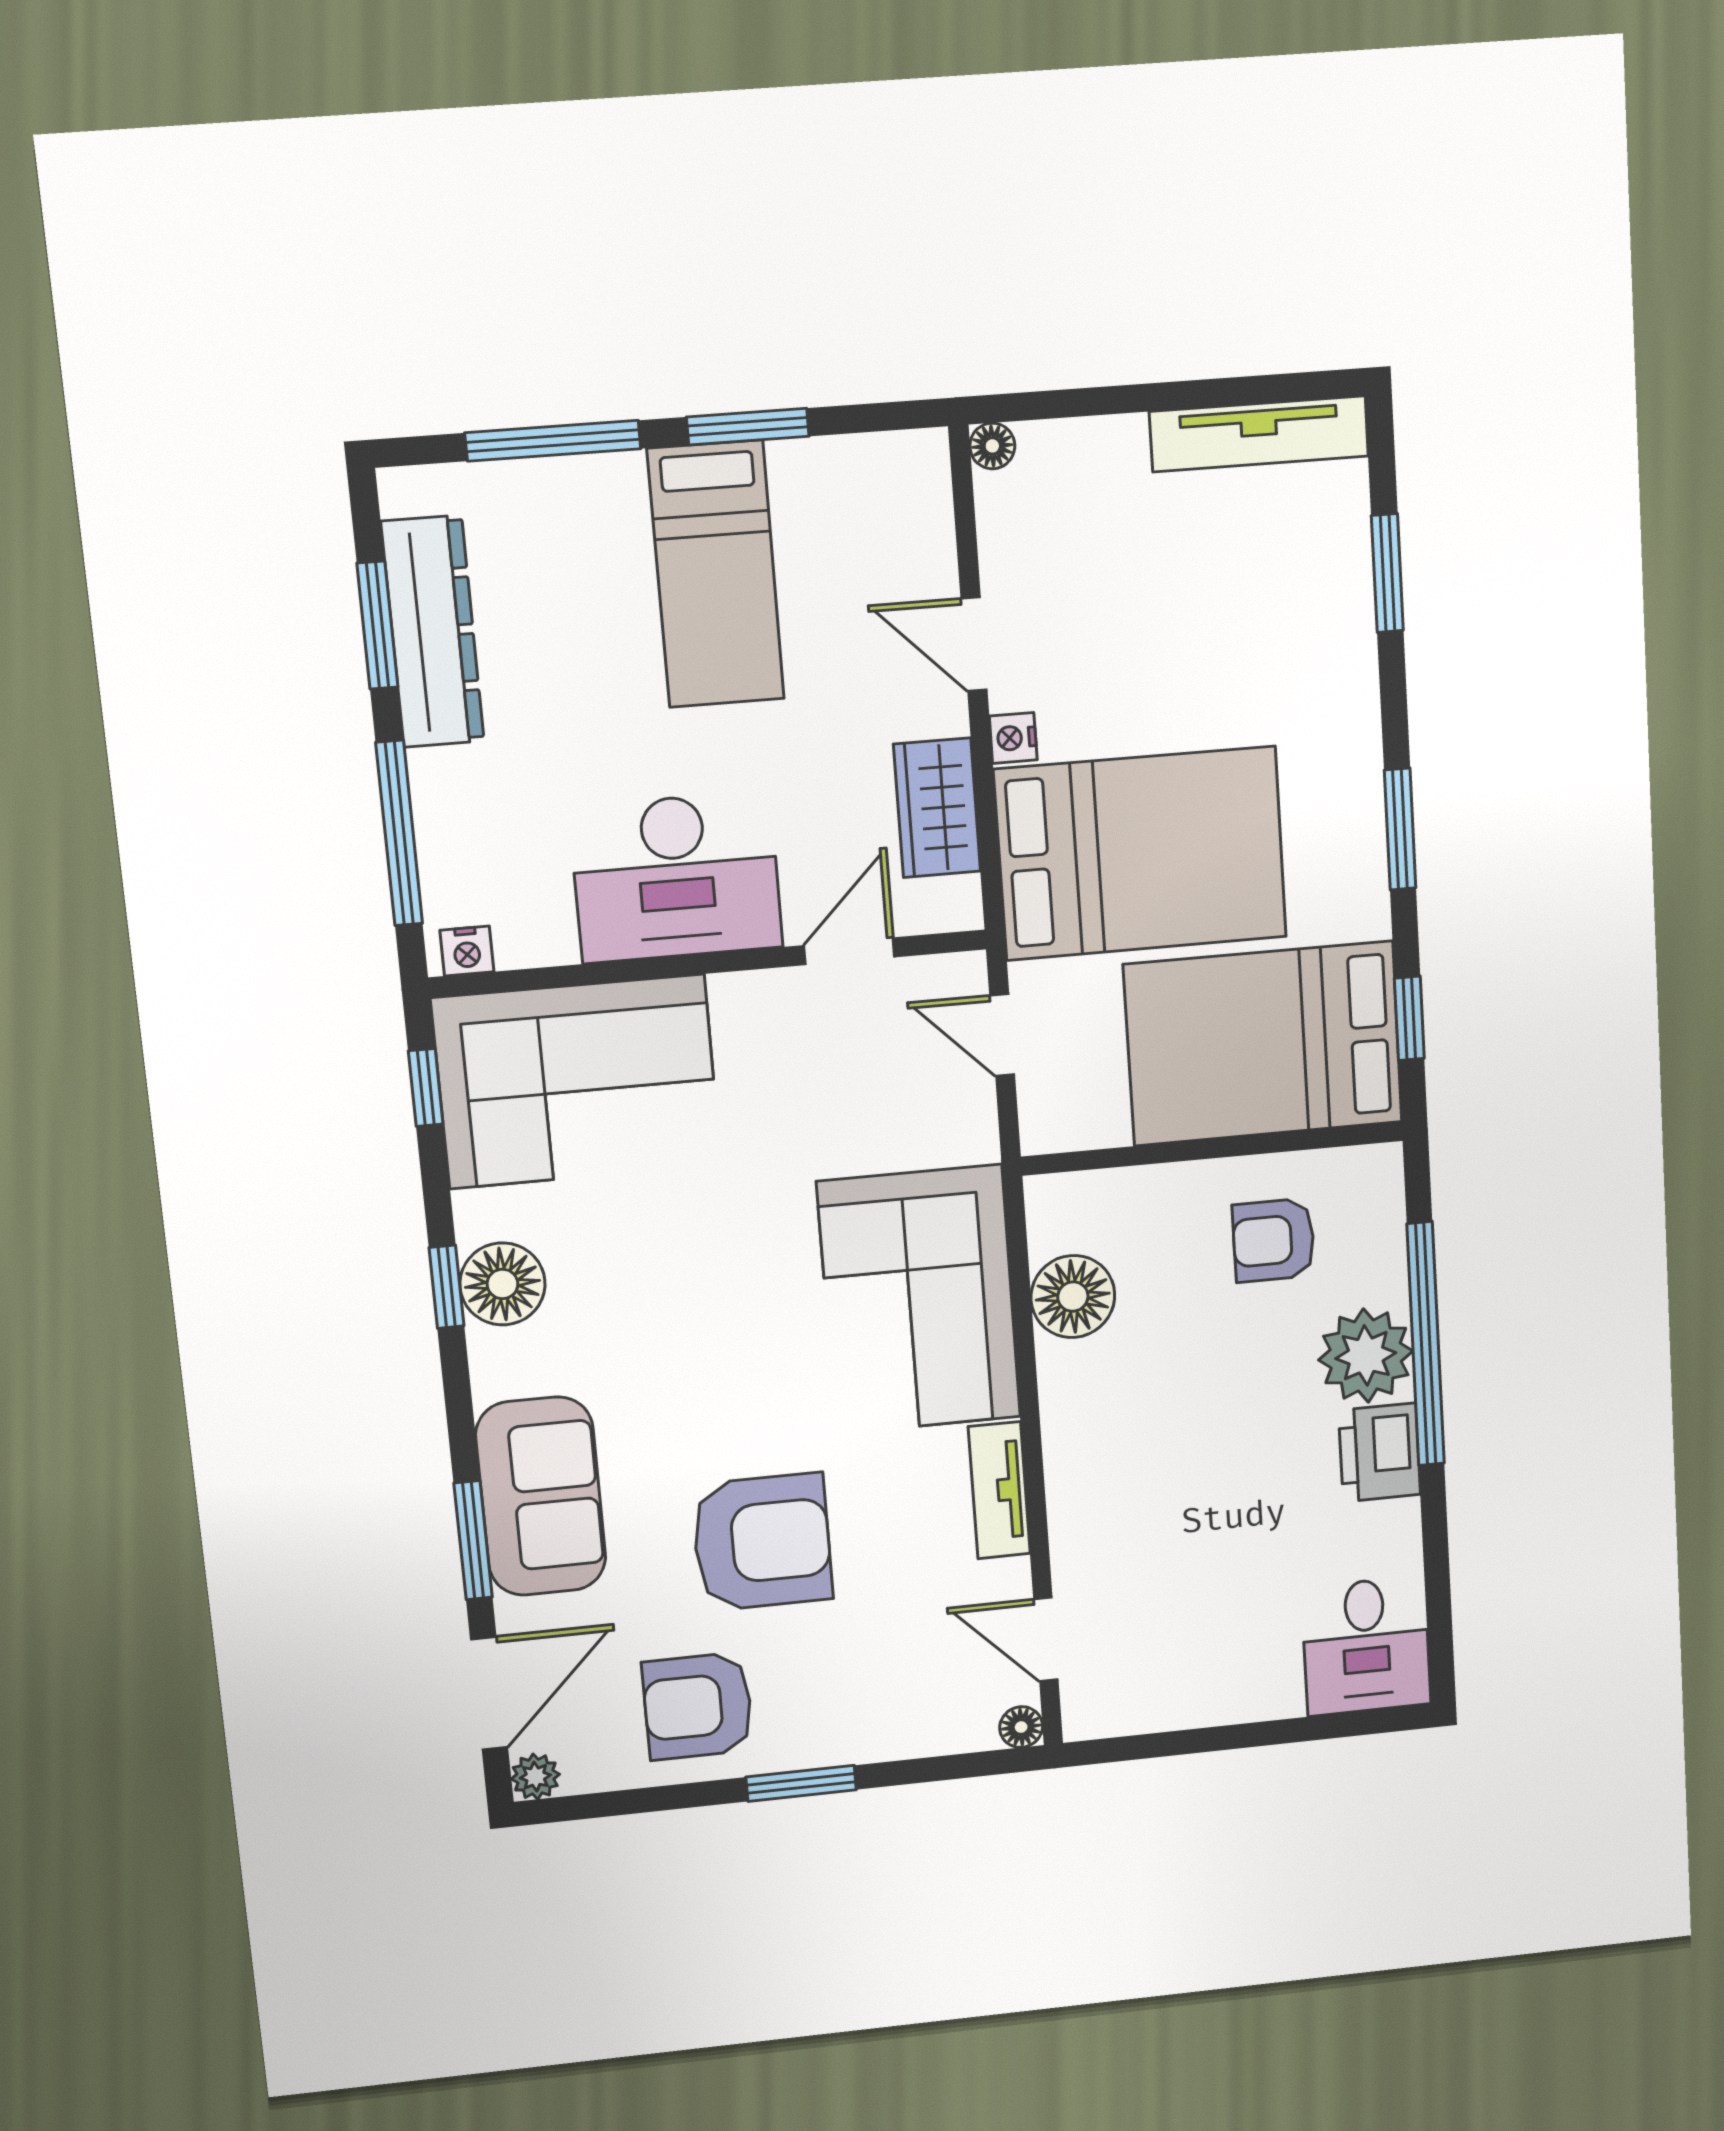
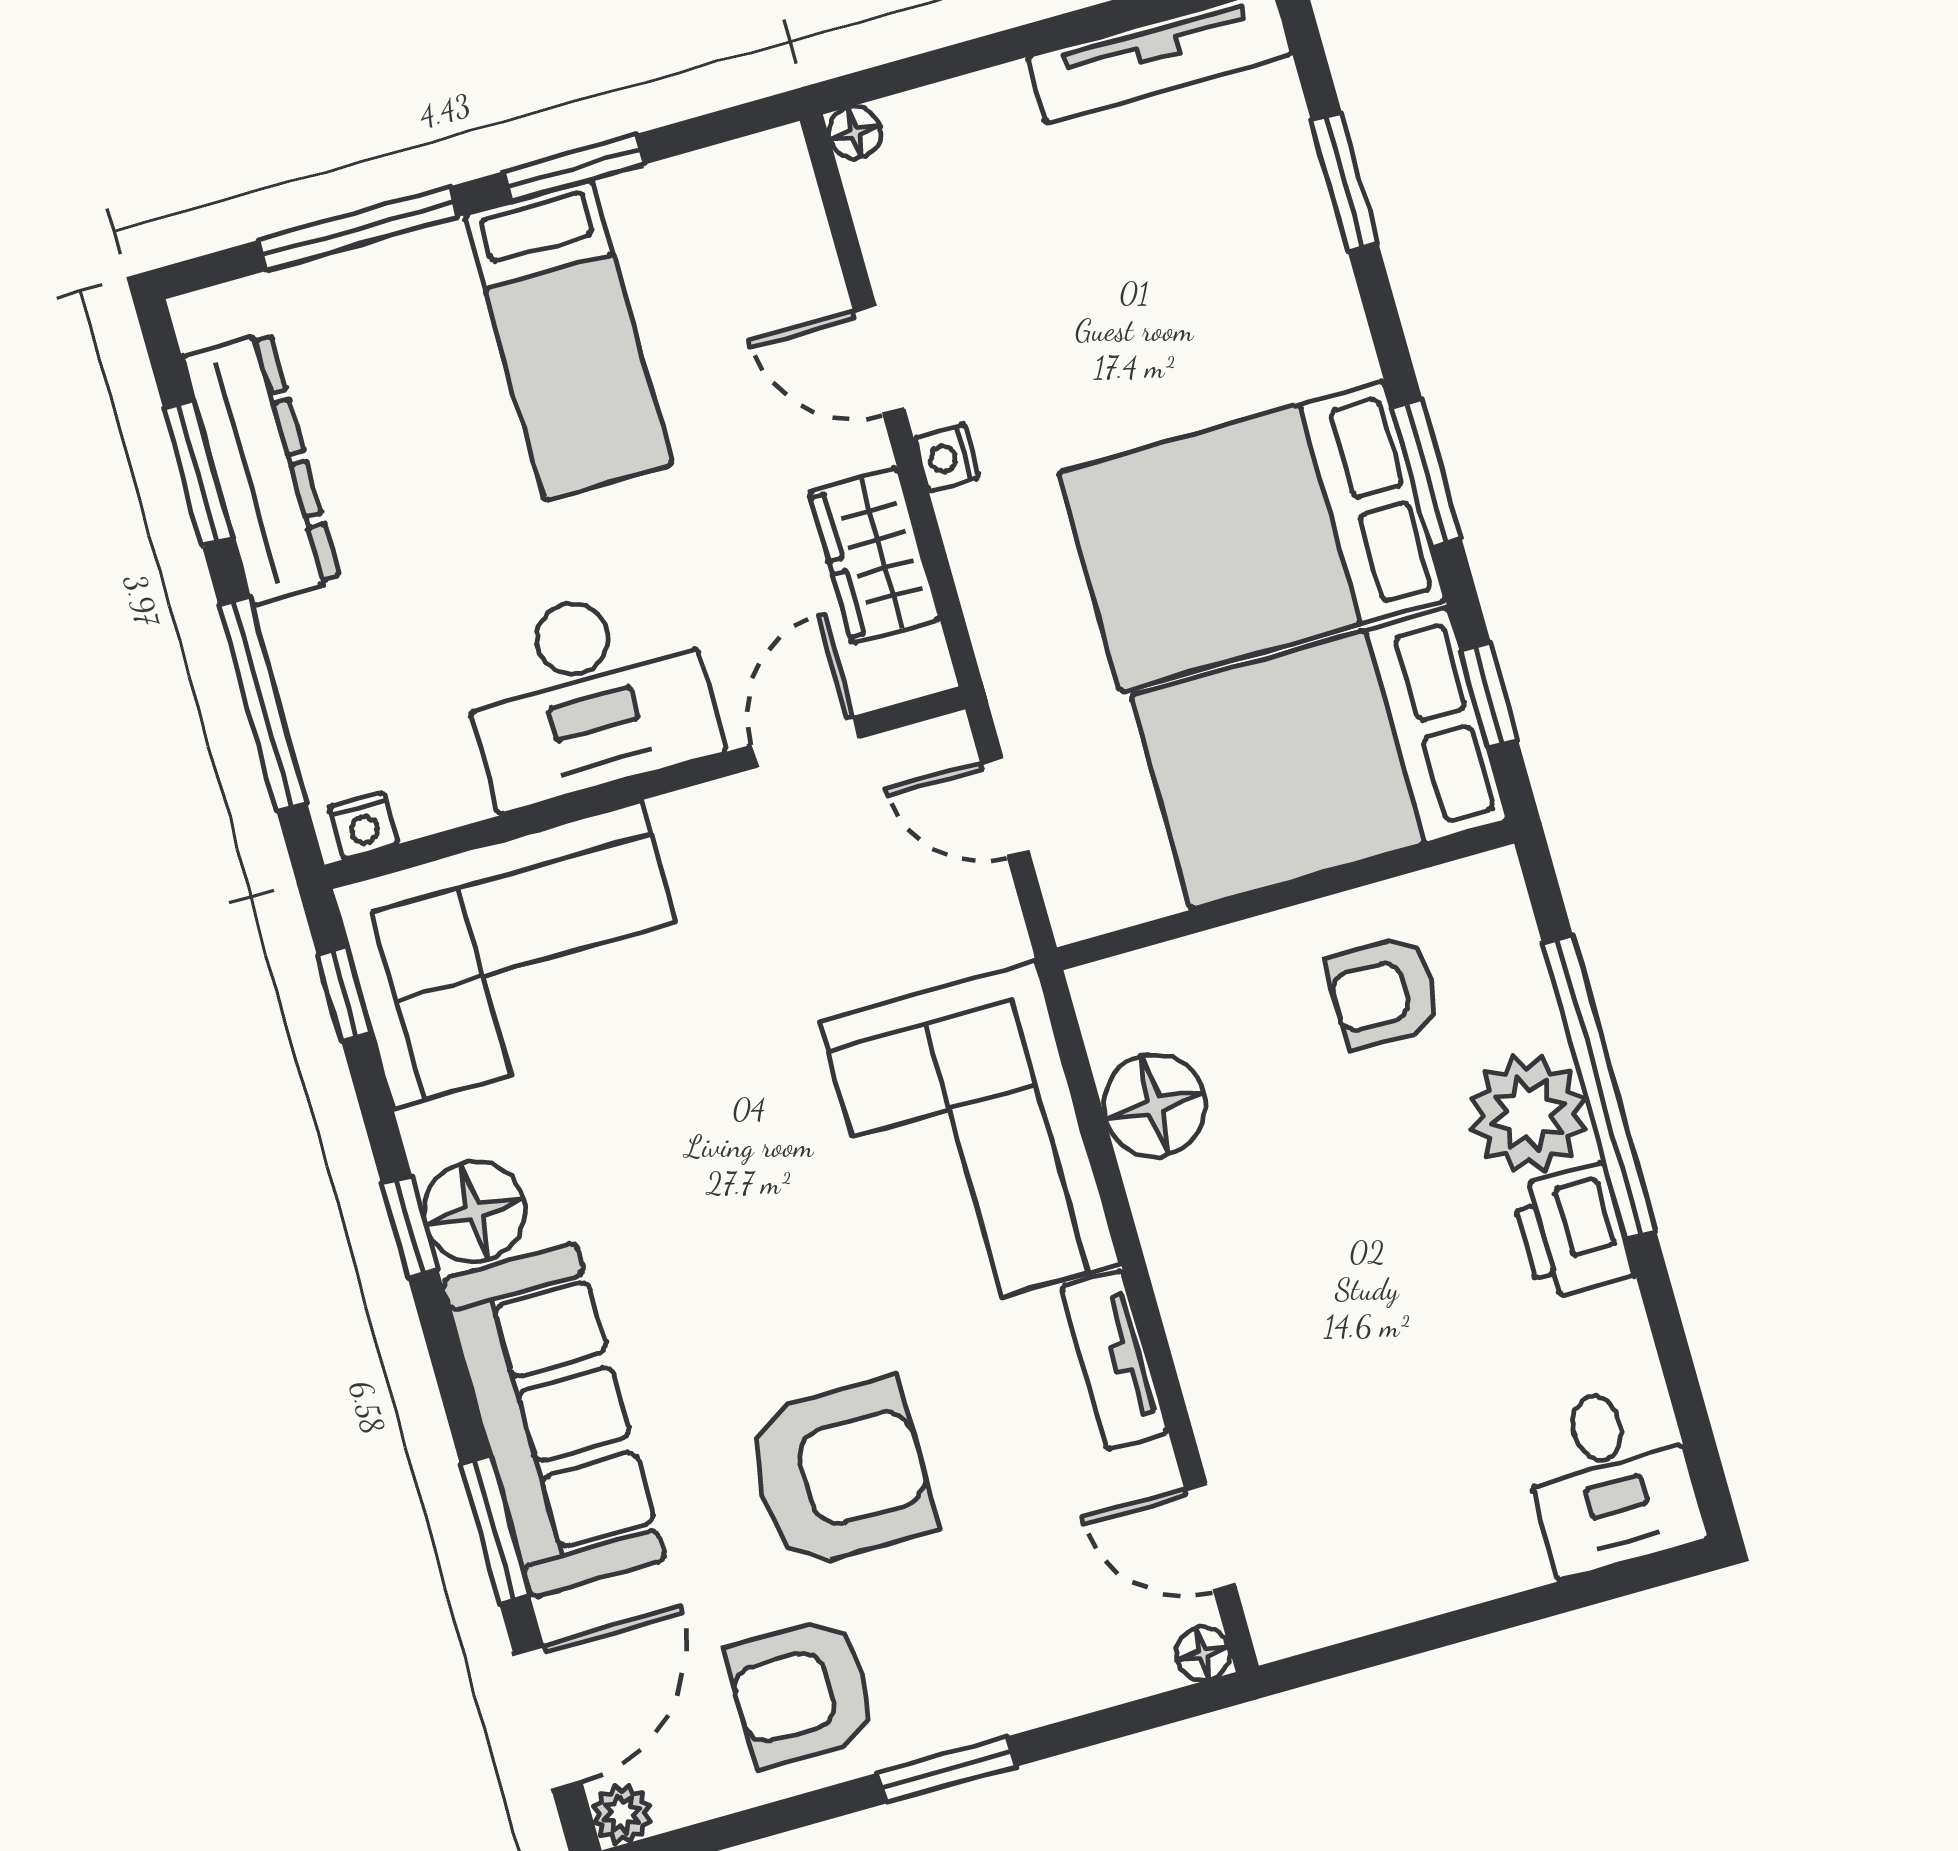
bed: (1141, 853) -> (1252, 536), moved, turned 180
sofa: (541, 1496) -> (554, 1420), width x1.36

